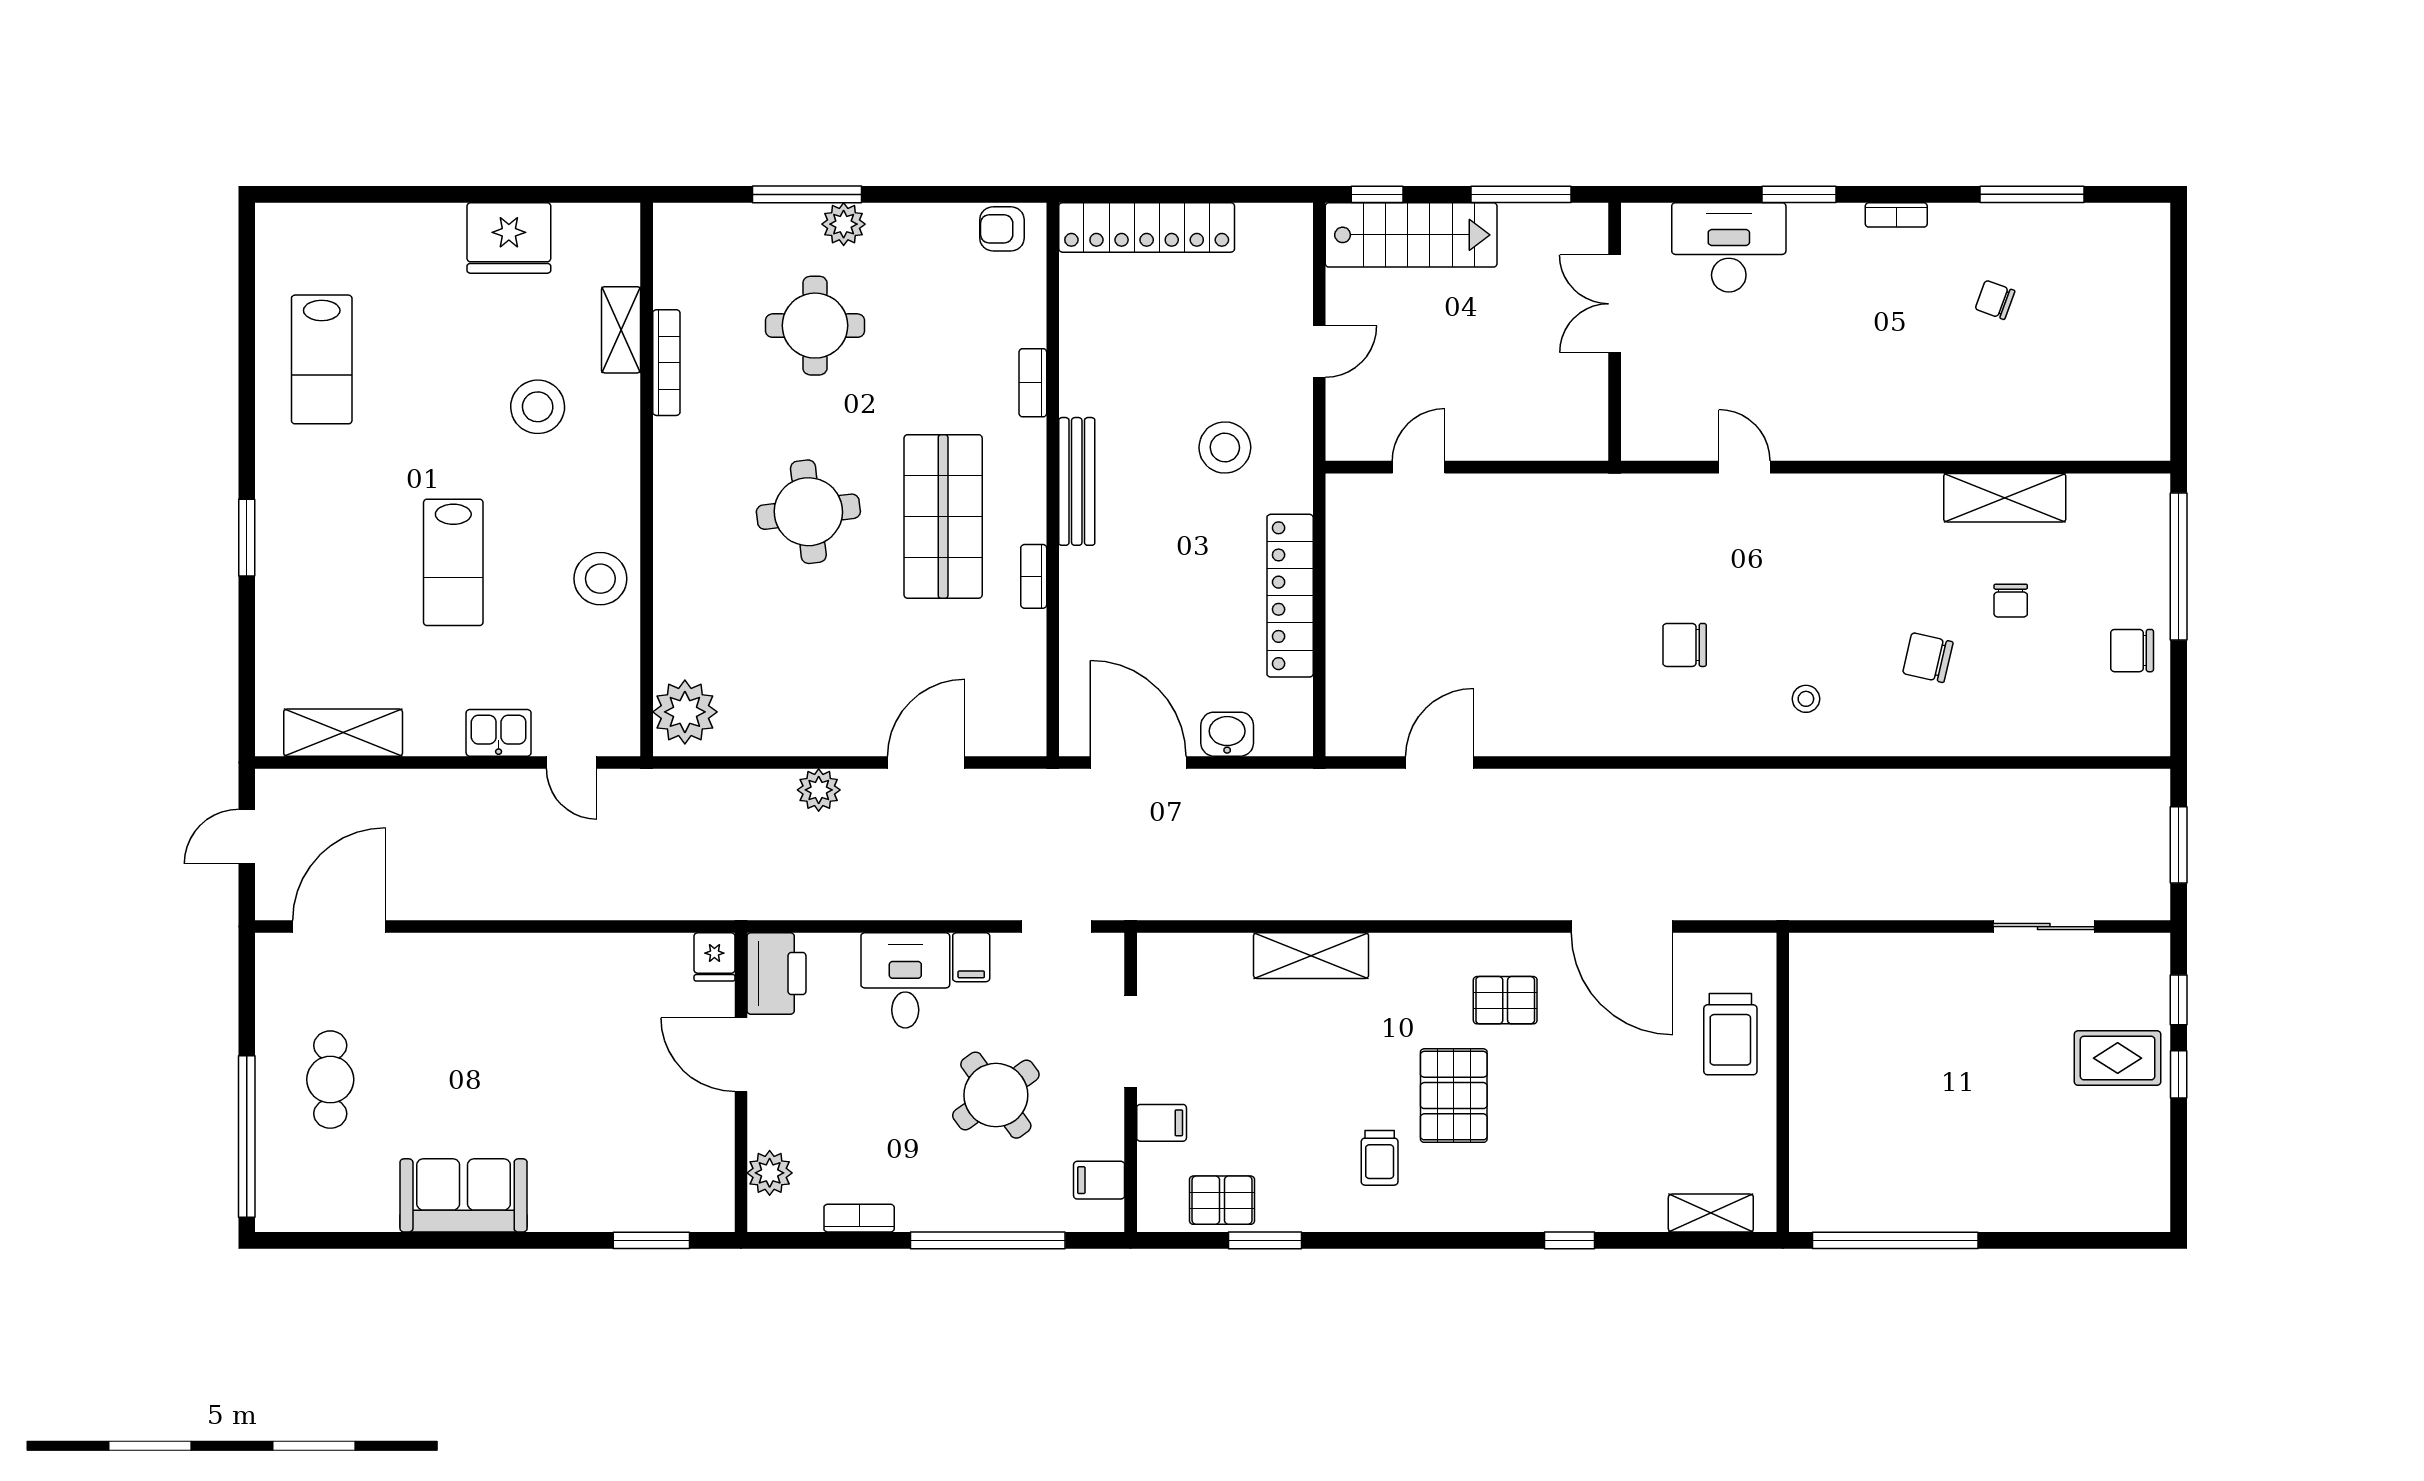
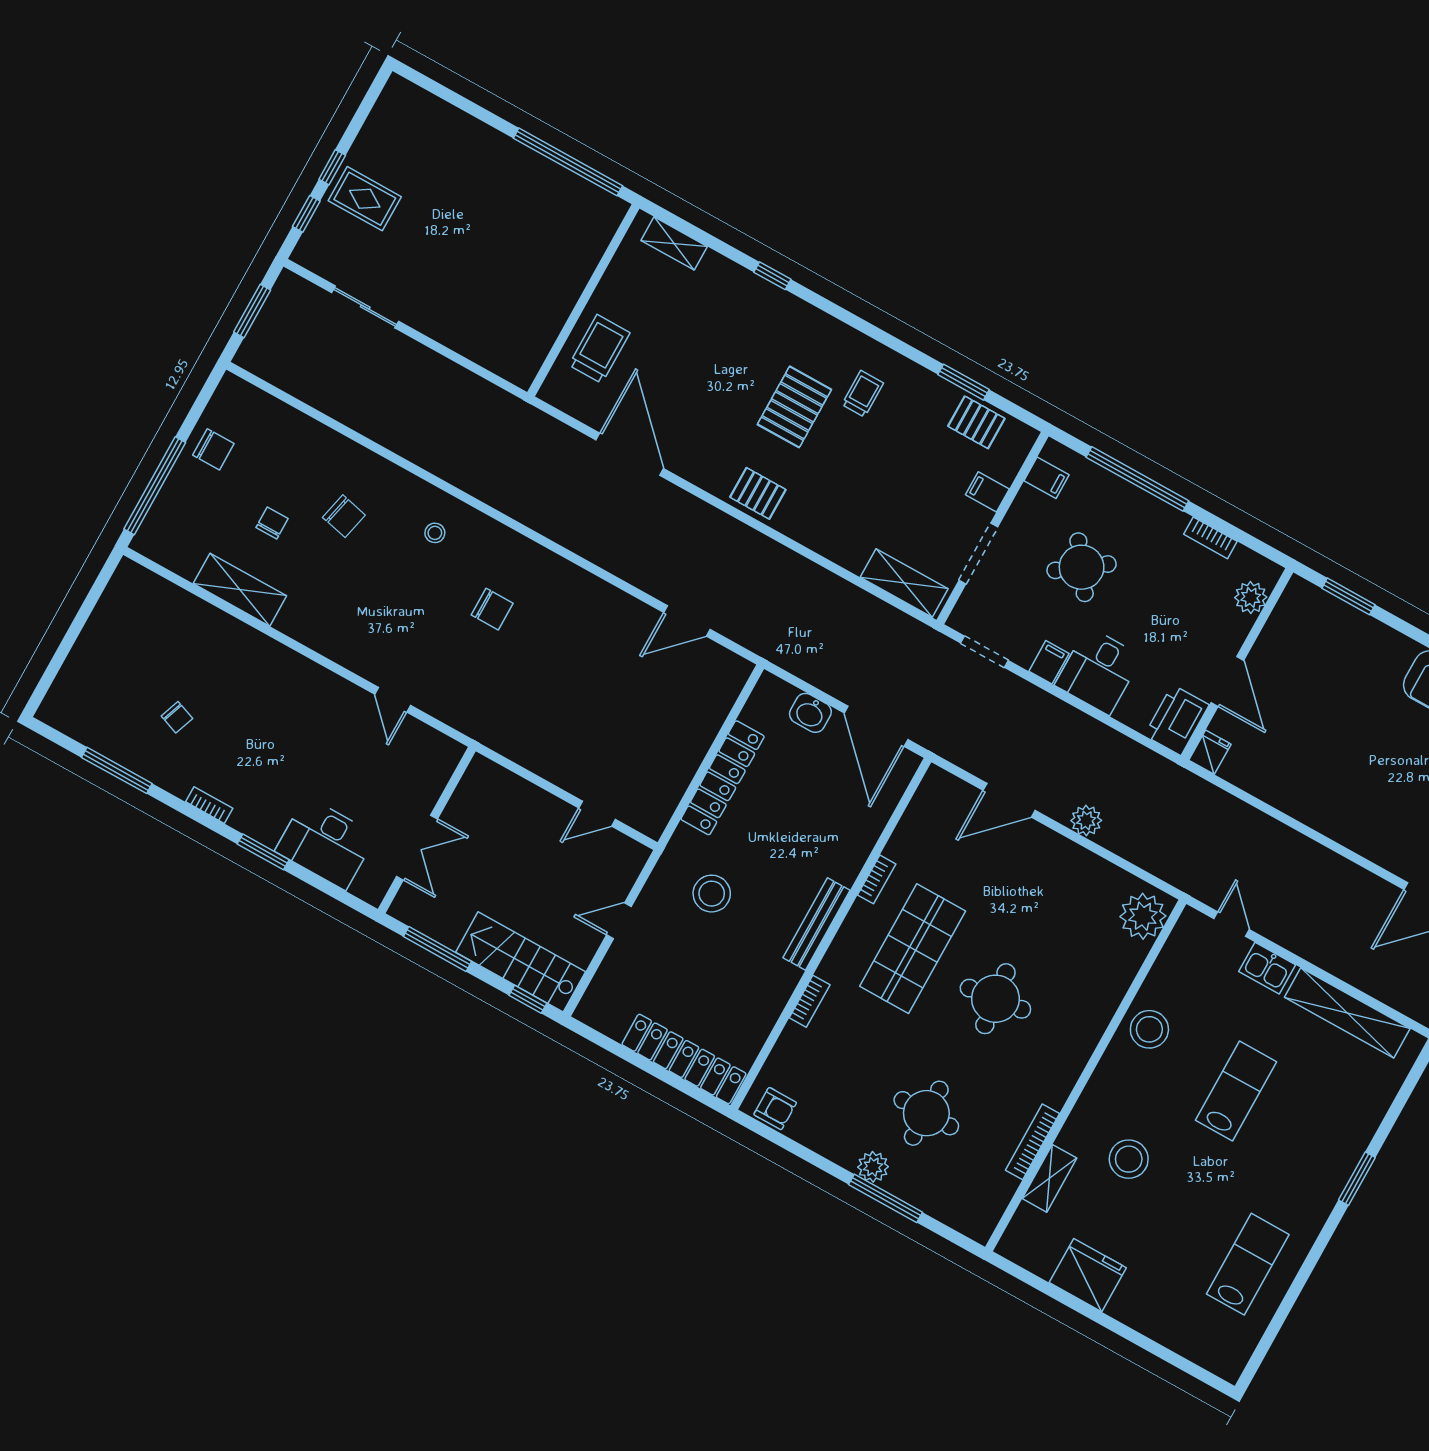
shelving: (343, 733) -> (1347, 1013), width x1.47
shelving: (1311, 956) -> (904, 583), moved
pallet: (1505, 1000) -> (758, 493), moved

